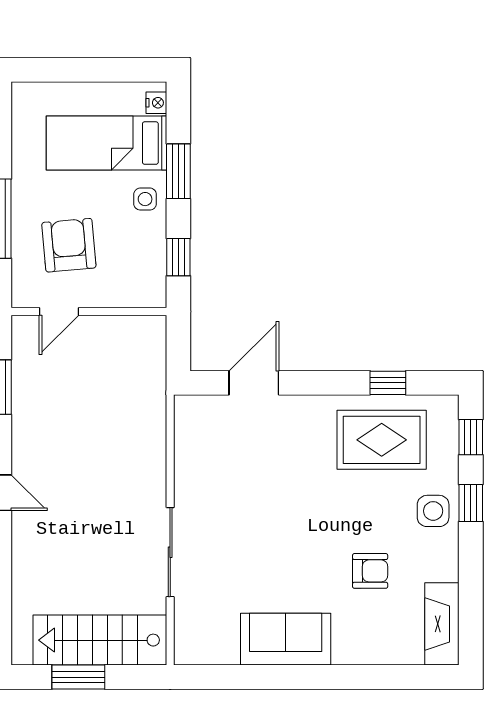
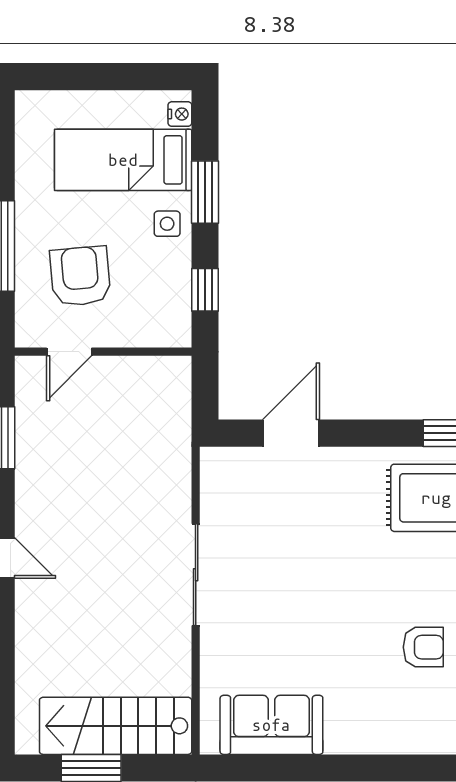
sliding door: (170, 552) -> (196, 575), moved
sofa: (286, 639) -> (271, 725), moved

